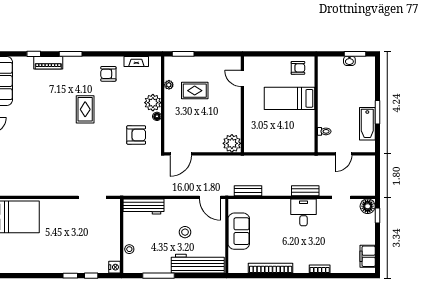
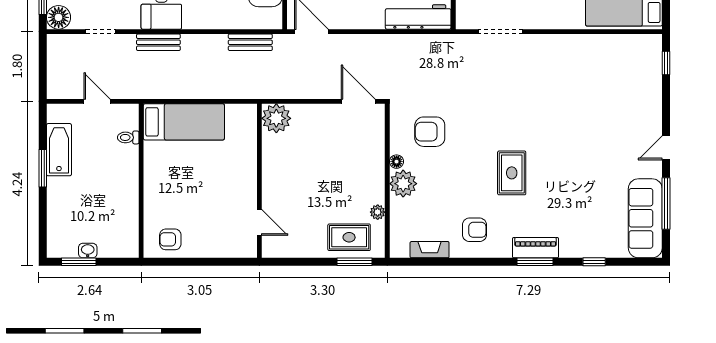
piano: (48, 63) -> (536, 248), moved
rug: (195, 91) -> (349, 237), moved
bed: (289, 98) -> (184, 122), moved
door: (181, 154) -> (358, 101), hinge flipped
door: (344, 154) -> (97, 101), hinge flipped

